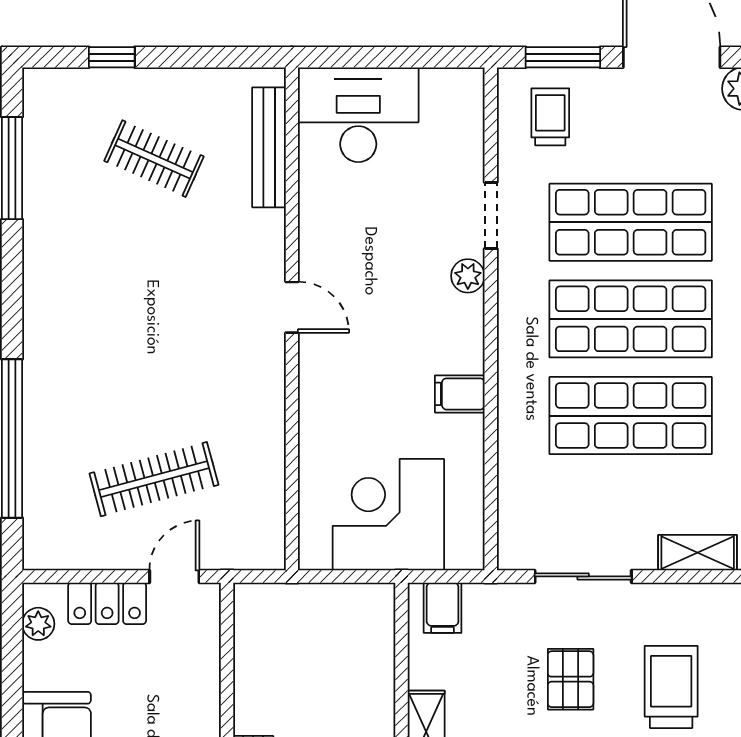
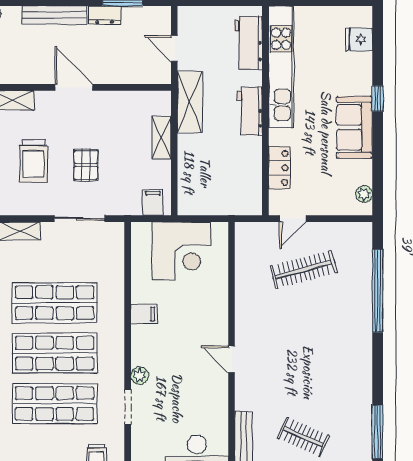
locker: (107, 603) -> (279, 168), moved, turned 90

